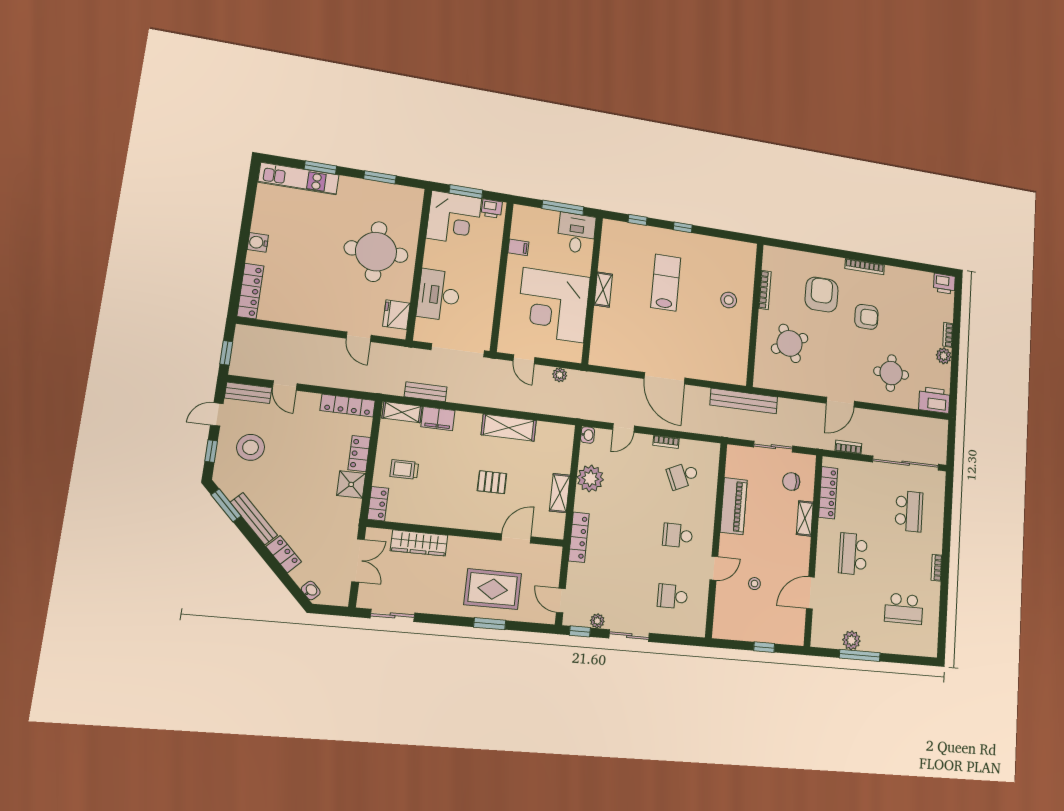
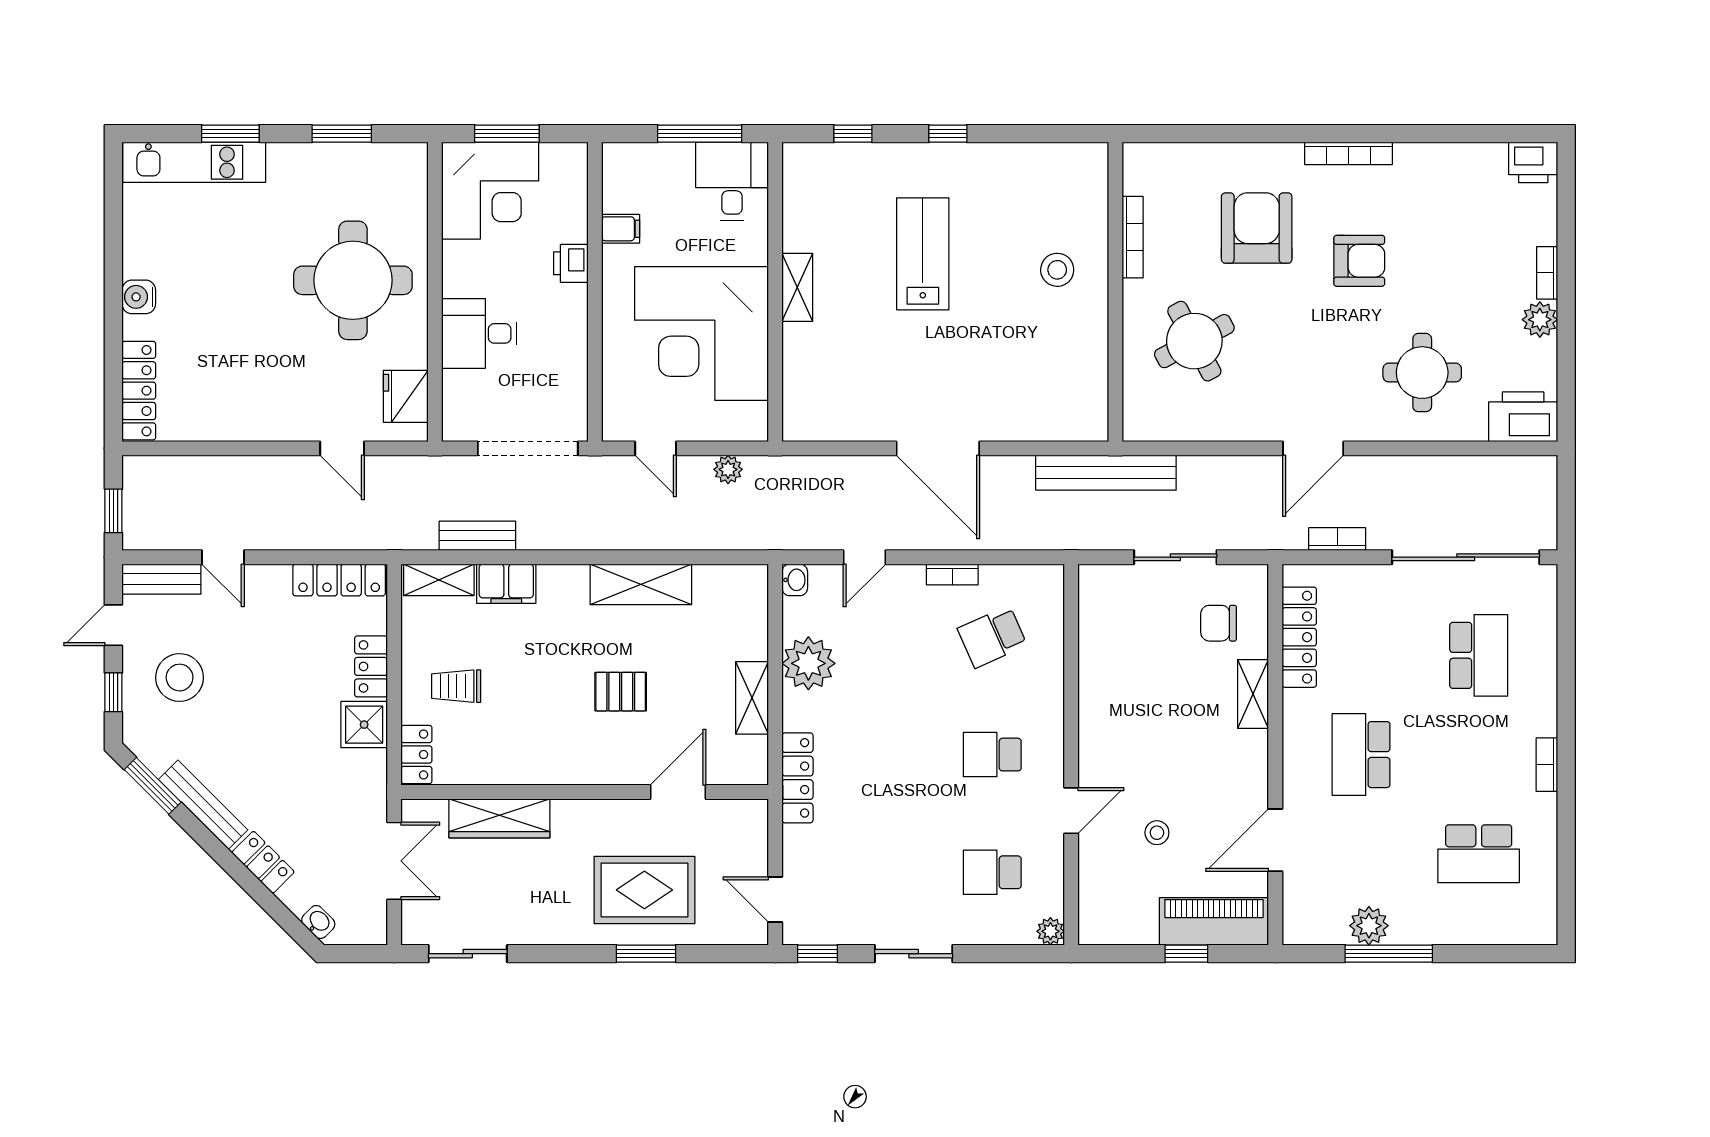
printer: (492, 209) -> (571, 263), moved, turned 90
desk: (439, 295) -> (479, 333), width x0.73
piano: (734, 506) -> (1214, 921), moved, turned -90
plant: (597, 621) -> (1050, 931), moved

